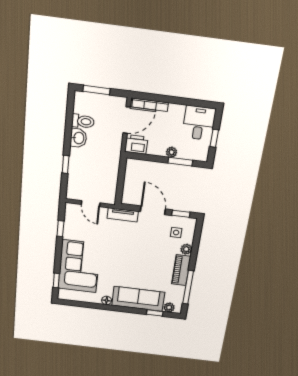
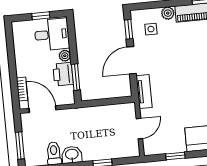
bookcase: (150, 105) -> (22, 89), width x0.64
desk: (199, 123) -> (52, 34), moved, turned 180
printer: (136, 144) -> (63, 74), moved
window: (180, 162) -> (76, 77), moved

